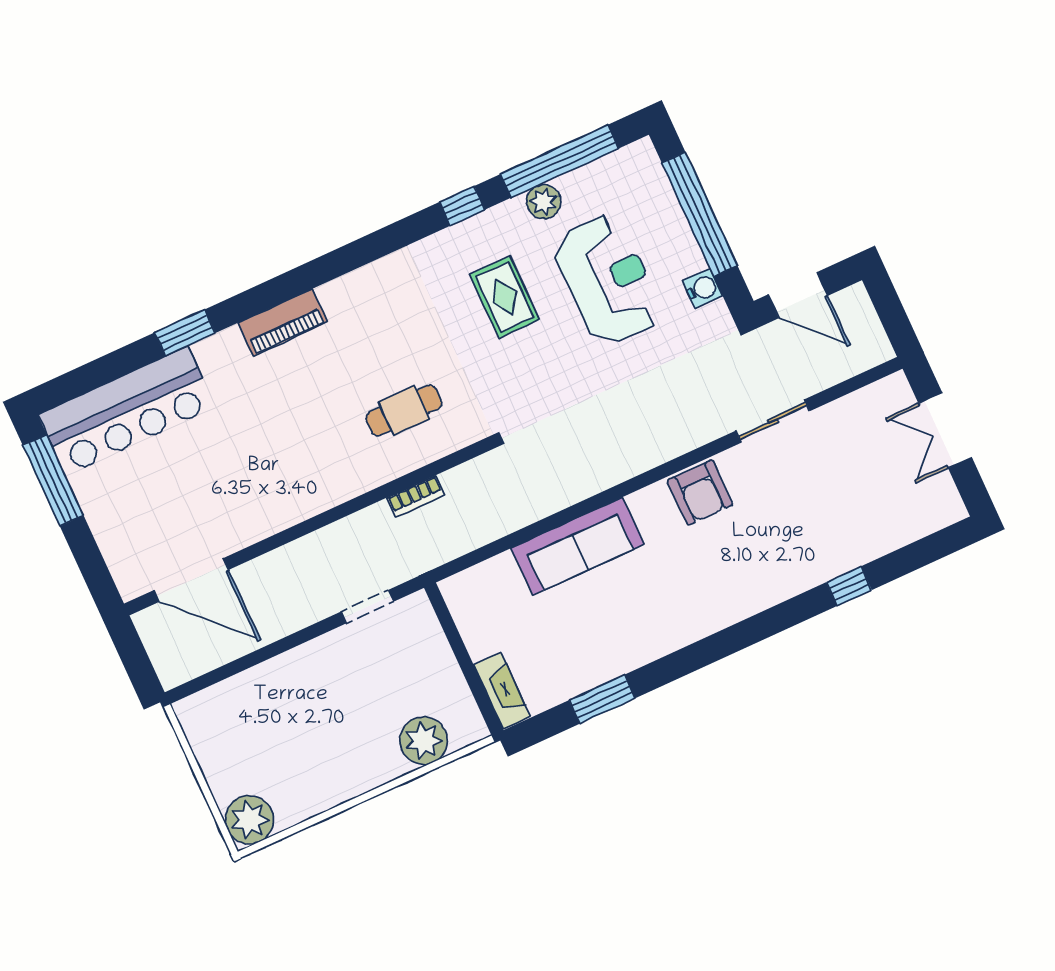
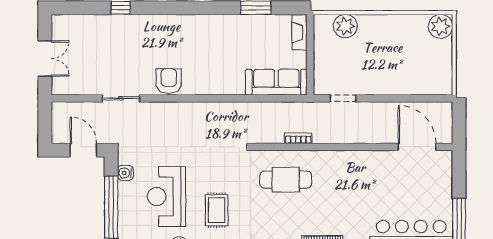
cafe table: (404, 410) -> (286, 180), width x1.37, depth x1.35
sofa: (578, 546) -> (276, 82), moved

